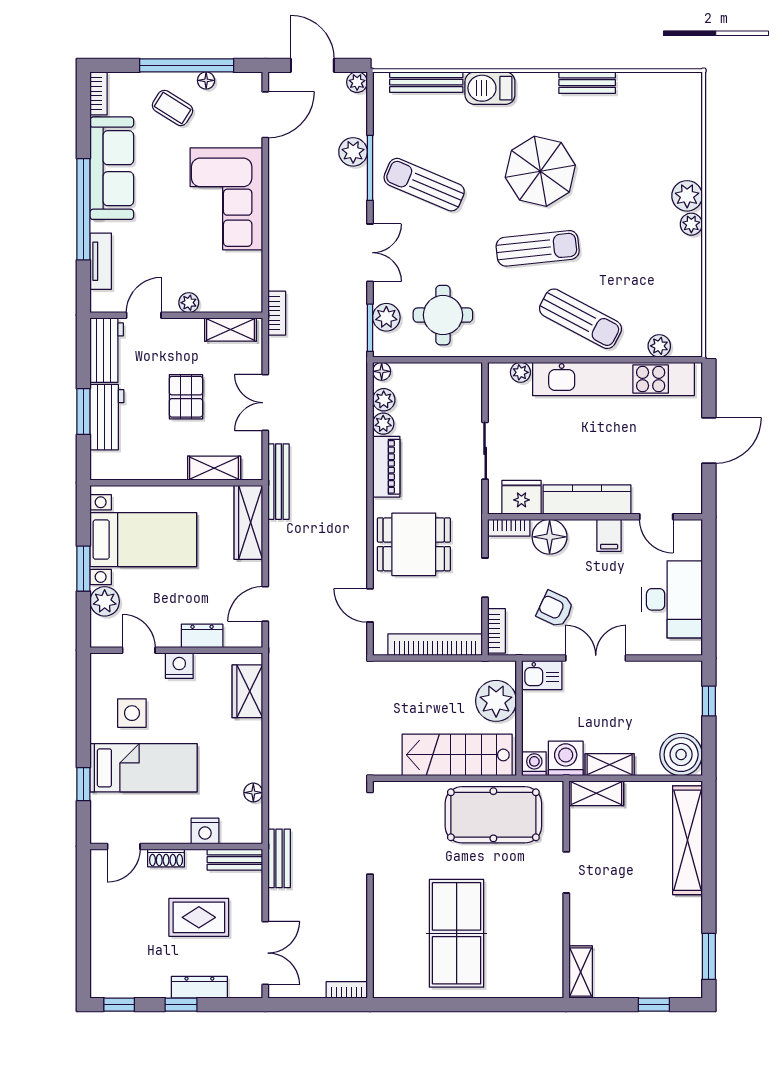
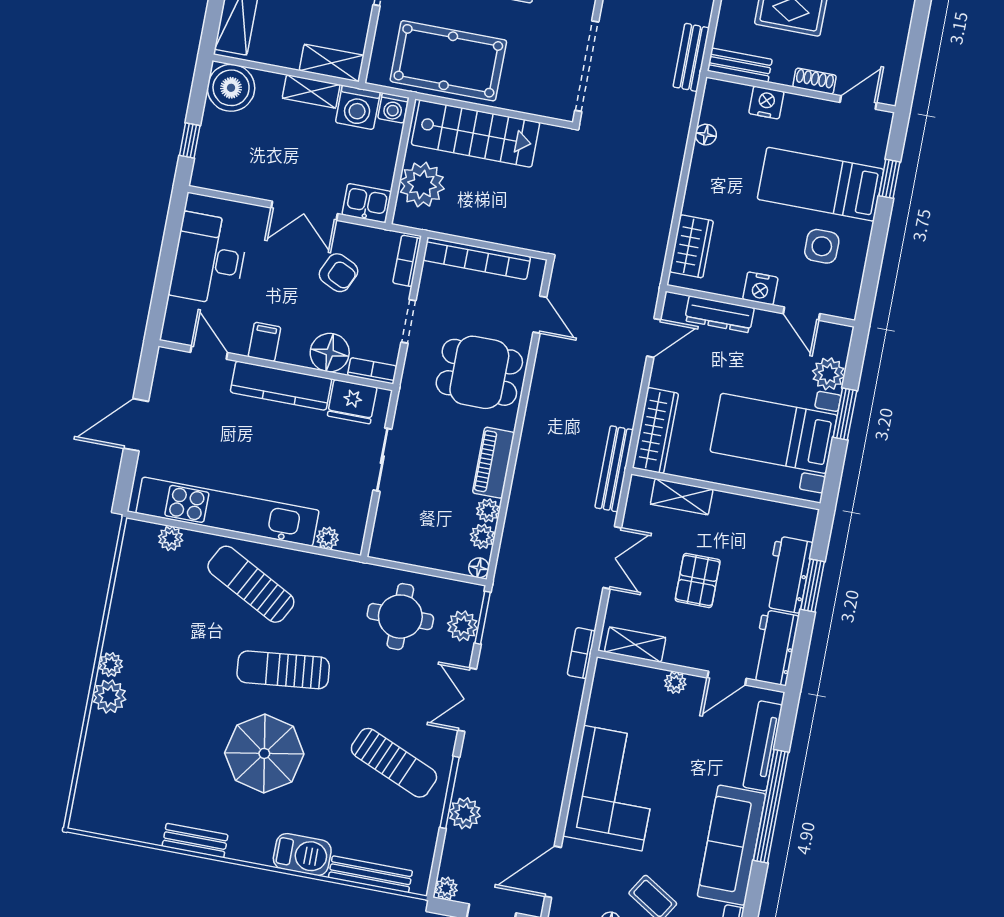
tv unit: (101, 261) -> (763, 746), width x1.41
dresser: (202, 636) -> (719, 314), width x1.44

